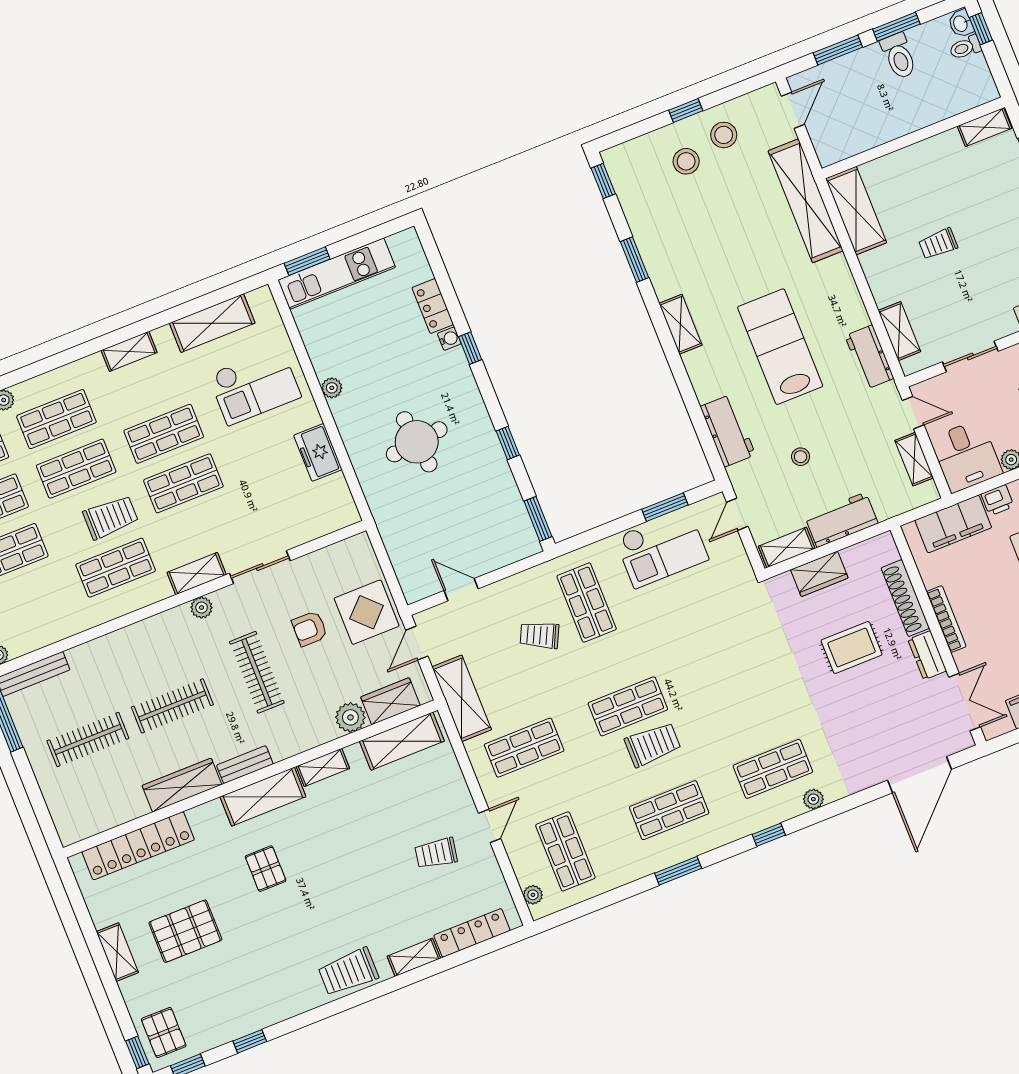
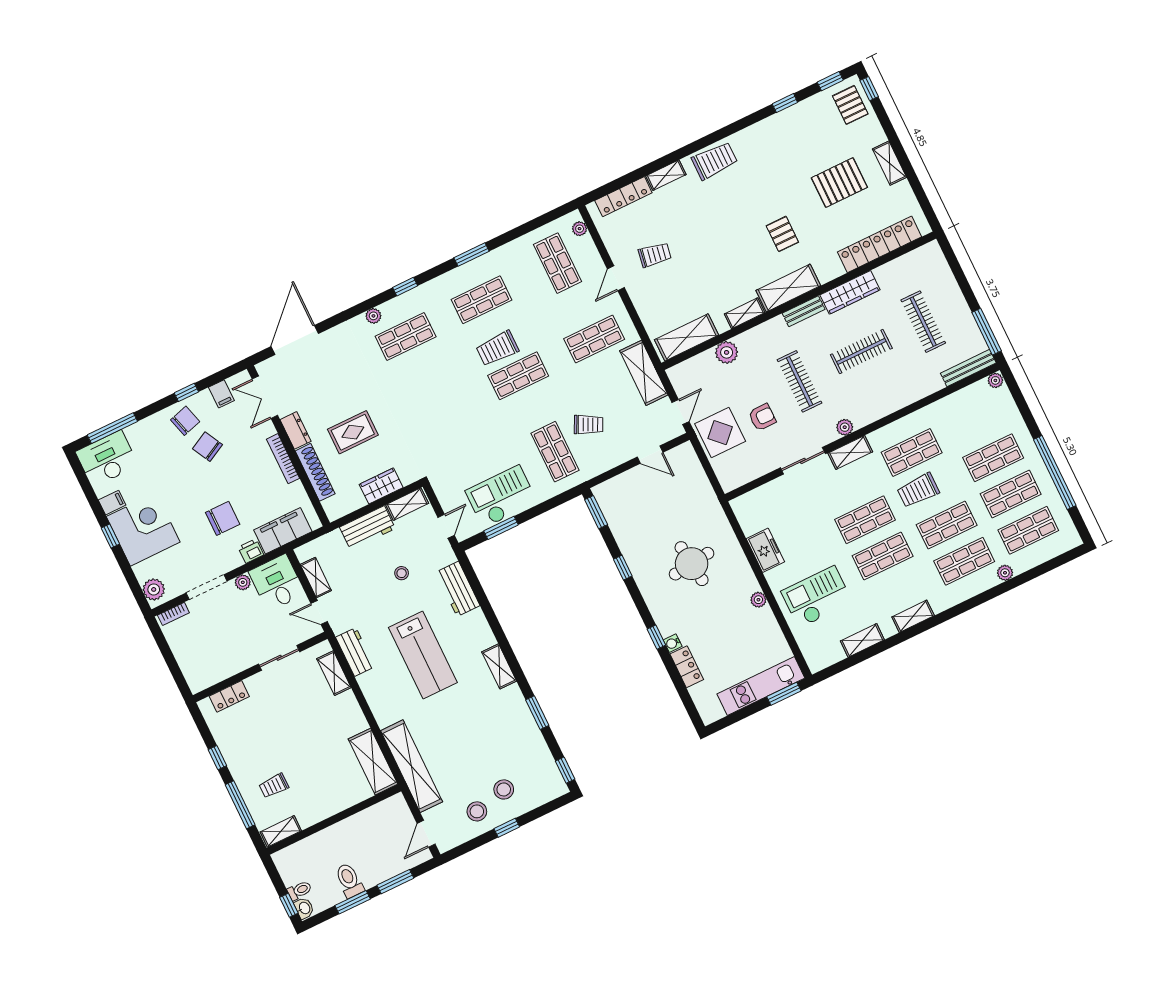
trolley: (938, 244) -> (274, 786), moved, turned 180
shelving: (212, 323) -> (862, 640), width x0.67, depth x0.75
wardrobe: (390, 701) -> (697, 367), removed
clothes rail: (88, 740) -> (923, 322), turned 90

